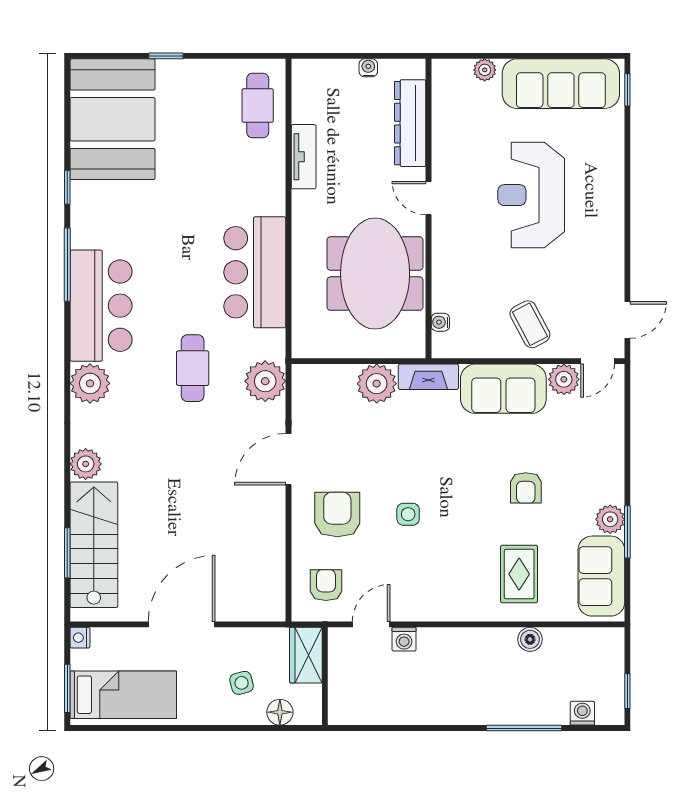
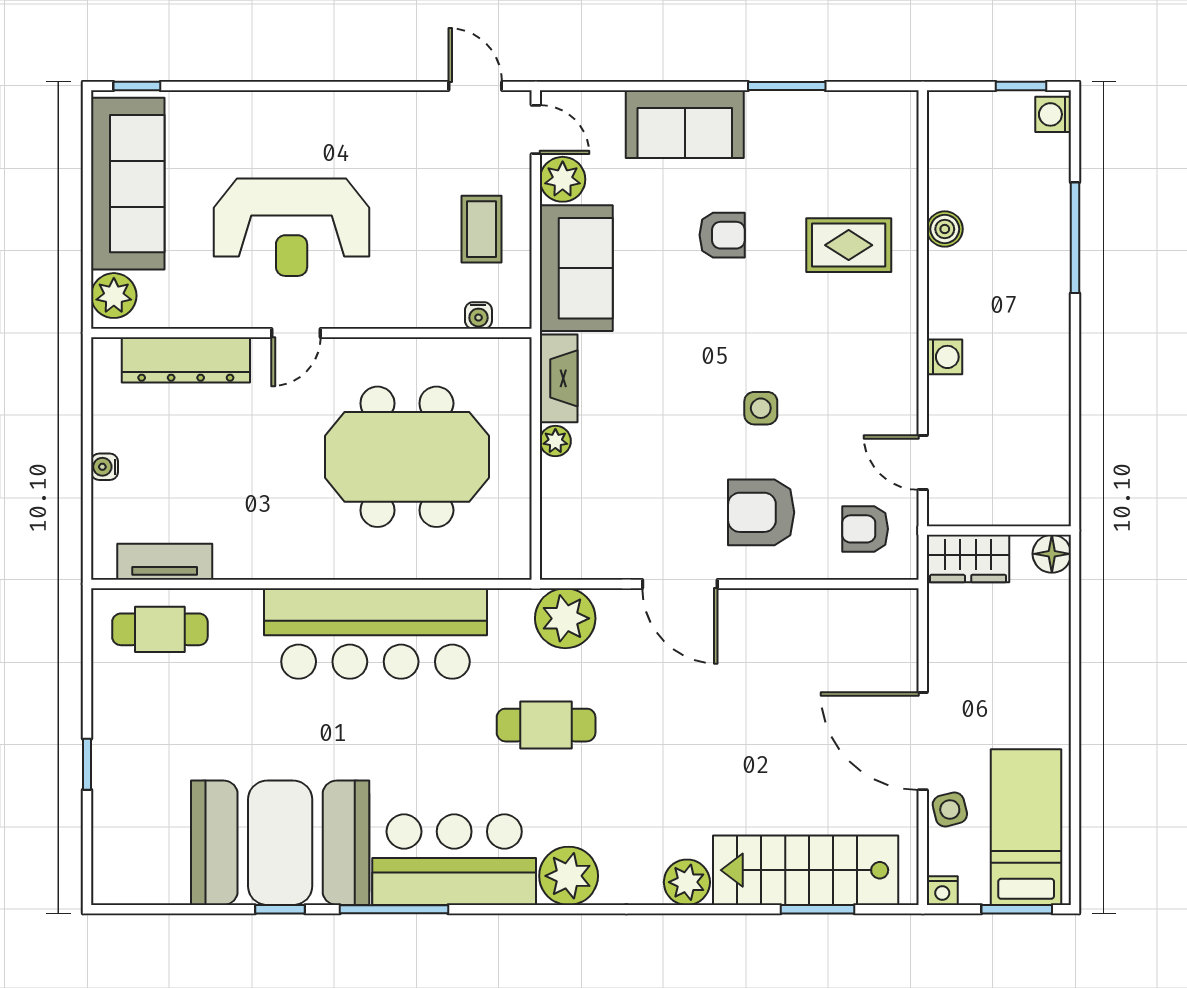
plant: (485, 70) -> (114, 296), width x1.38, depth x1.38
booth: (112, 119) -> (280, 843), moved
dresser: (410, 123) -> (186, 360), moved
tv unit: (304, 157) -> (165, 562), moved
door: (429, 198) -> (296, 333), moved
wall: (429, 209) -> (311, 333), moved
bar counter: (255, 272) -> (375, 634), width x1.36
water cooler: (440, 322) -> (478, 315), moved
coffee table: (530, 324) -> (482, 229), turned -62
plant: (377, 384) -> (555, 441), width x0.53, depth x0.53
plant: (610, 519) -> (768, 111), removed
sofa: (601, 576) -> (685, 124), moved
washing machine: (404, 639) -> (944, 357), moved
side table: (242, 683) -> (950, 809), moved
floor lamp: (280, 712) -> (1052, 554), moved
washing machine: (582, 713) -> (1053, 114), moved

